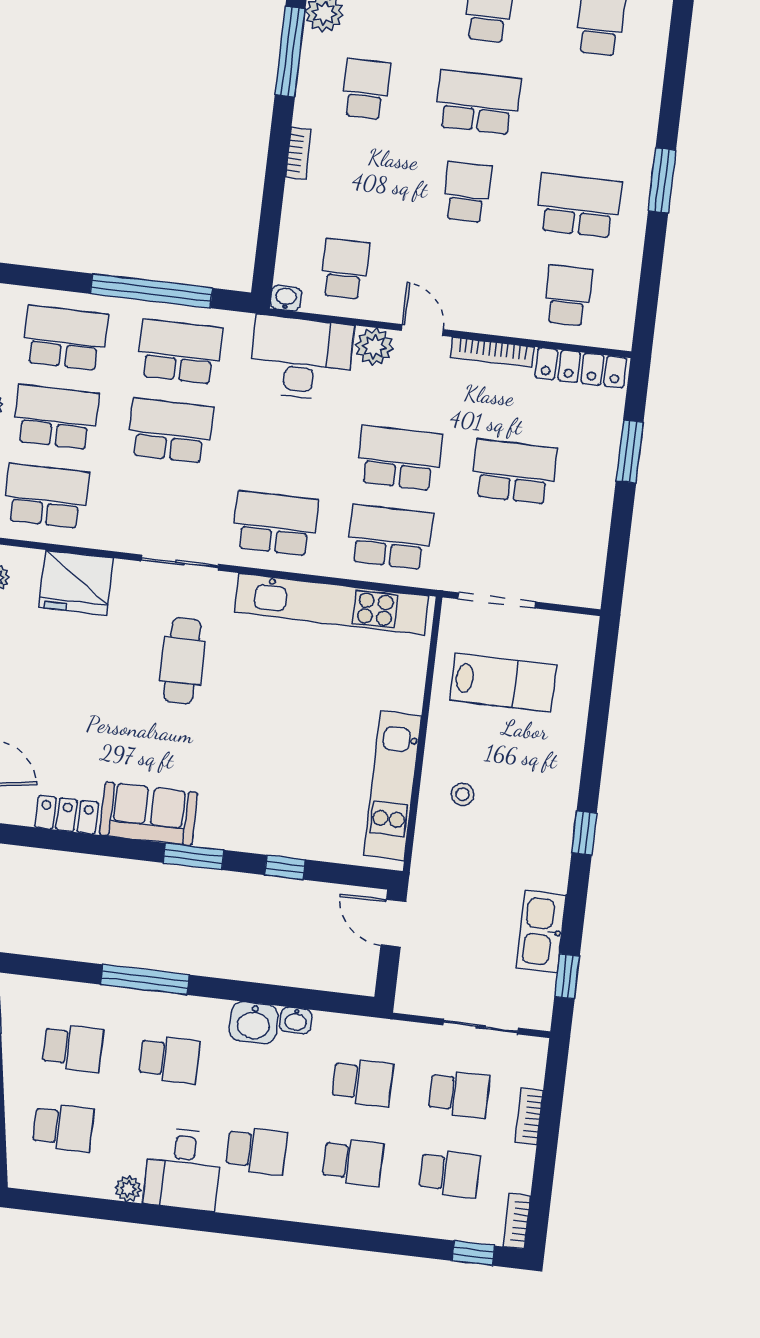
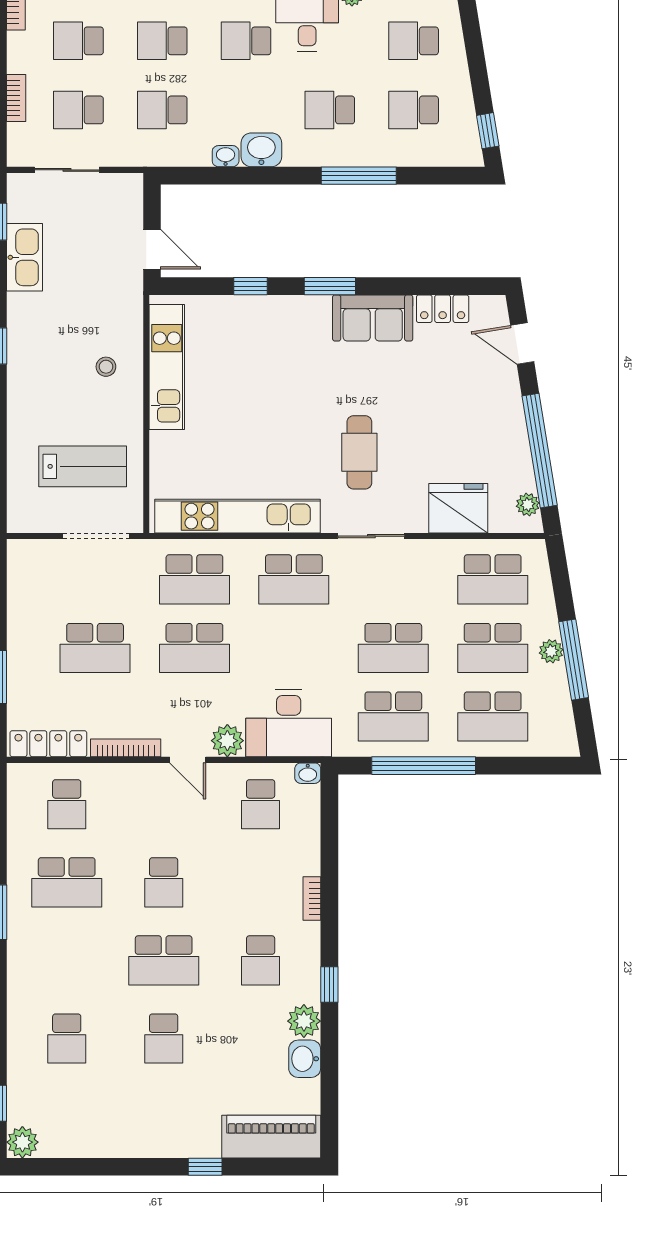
window: (290, 52) -> (329, 984), width x0.46
lab bench: (503, 683) -> (83, 466), turned 180

